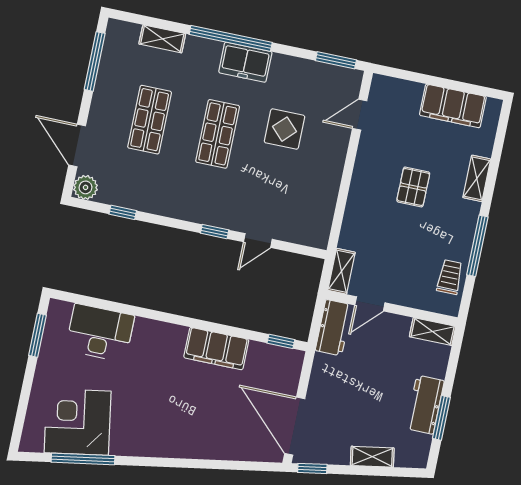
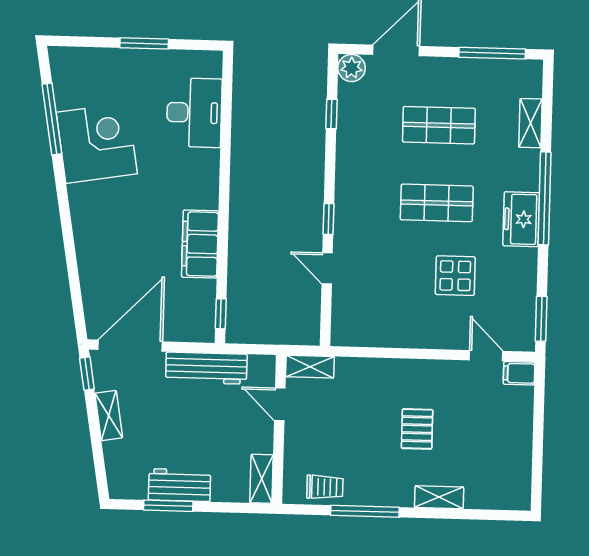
filing cabinet: (453, 106) -> (519, 373), moved, width x0.33, depth x0.86
pallet: (413, 187) -> (417, 429), turned 90
workbench: (334, 328) -> (206, 368), moved, width x1.38
window: (37, 335) -> (144, 43), moved
corner desk: (78, 422) -> (97, 143), moved
shelving: (372, 457) -> (109, 416), moved

